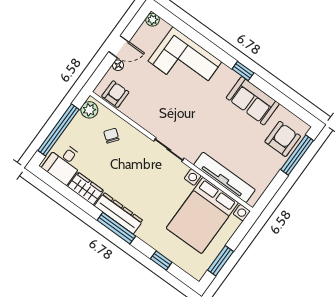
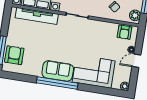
window: (243, 71) -> (57, 83), width x3.17
sofa: (253, 101) -> (58, 71), moved
armchair: (283, 139) -> (14, 55), turned 180

